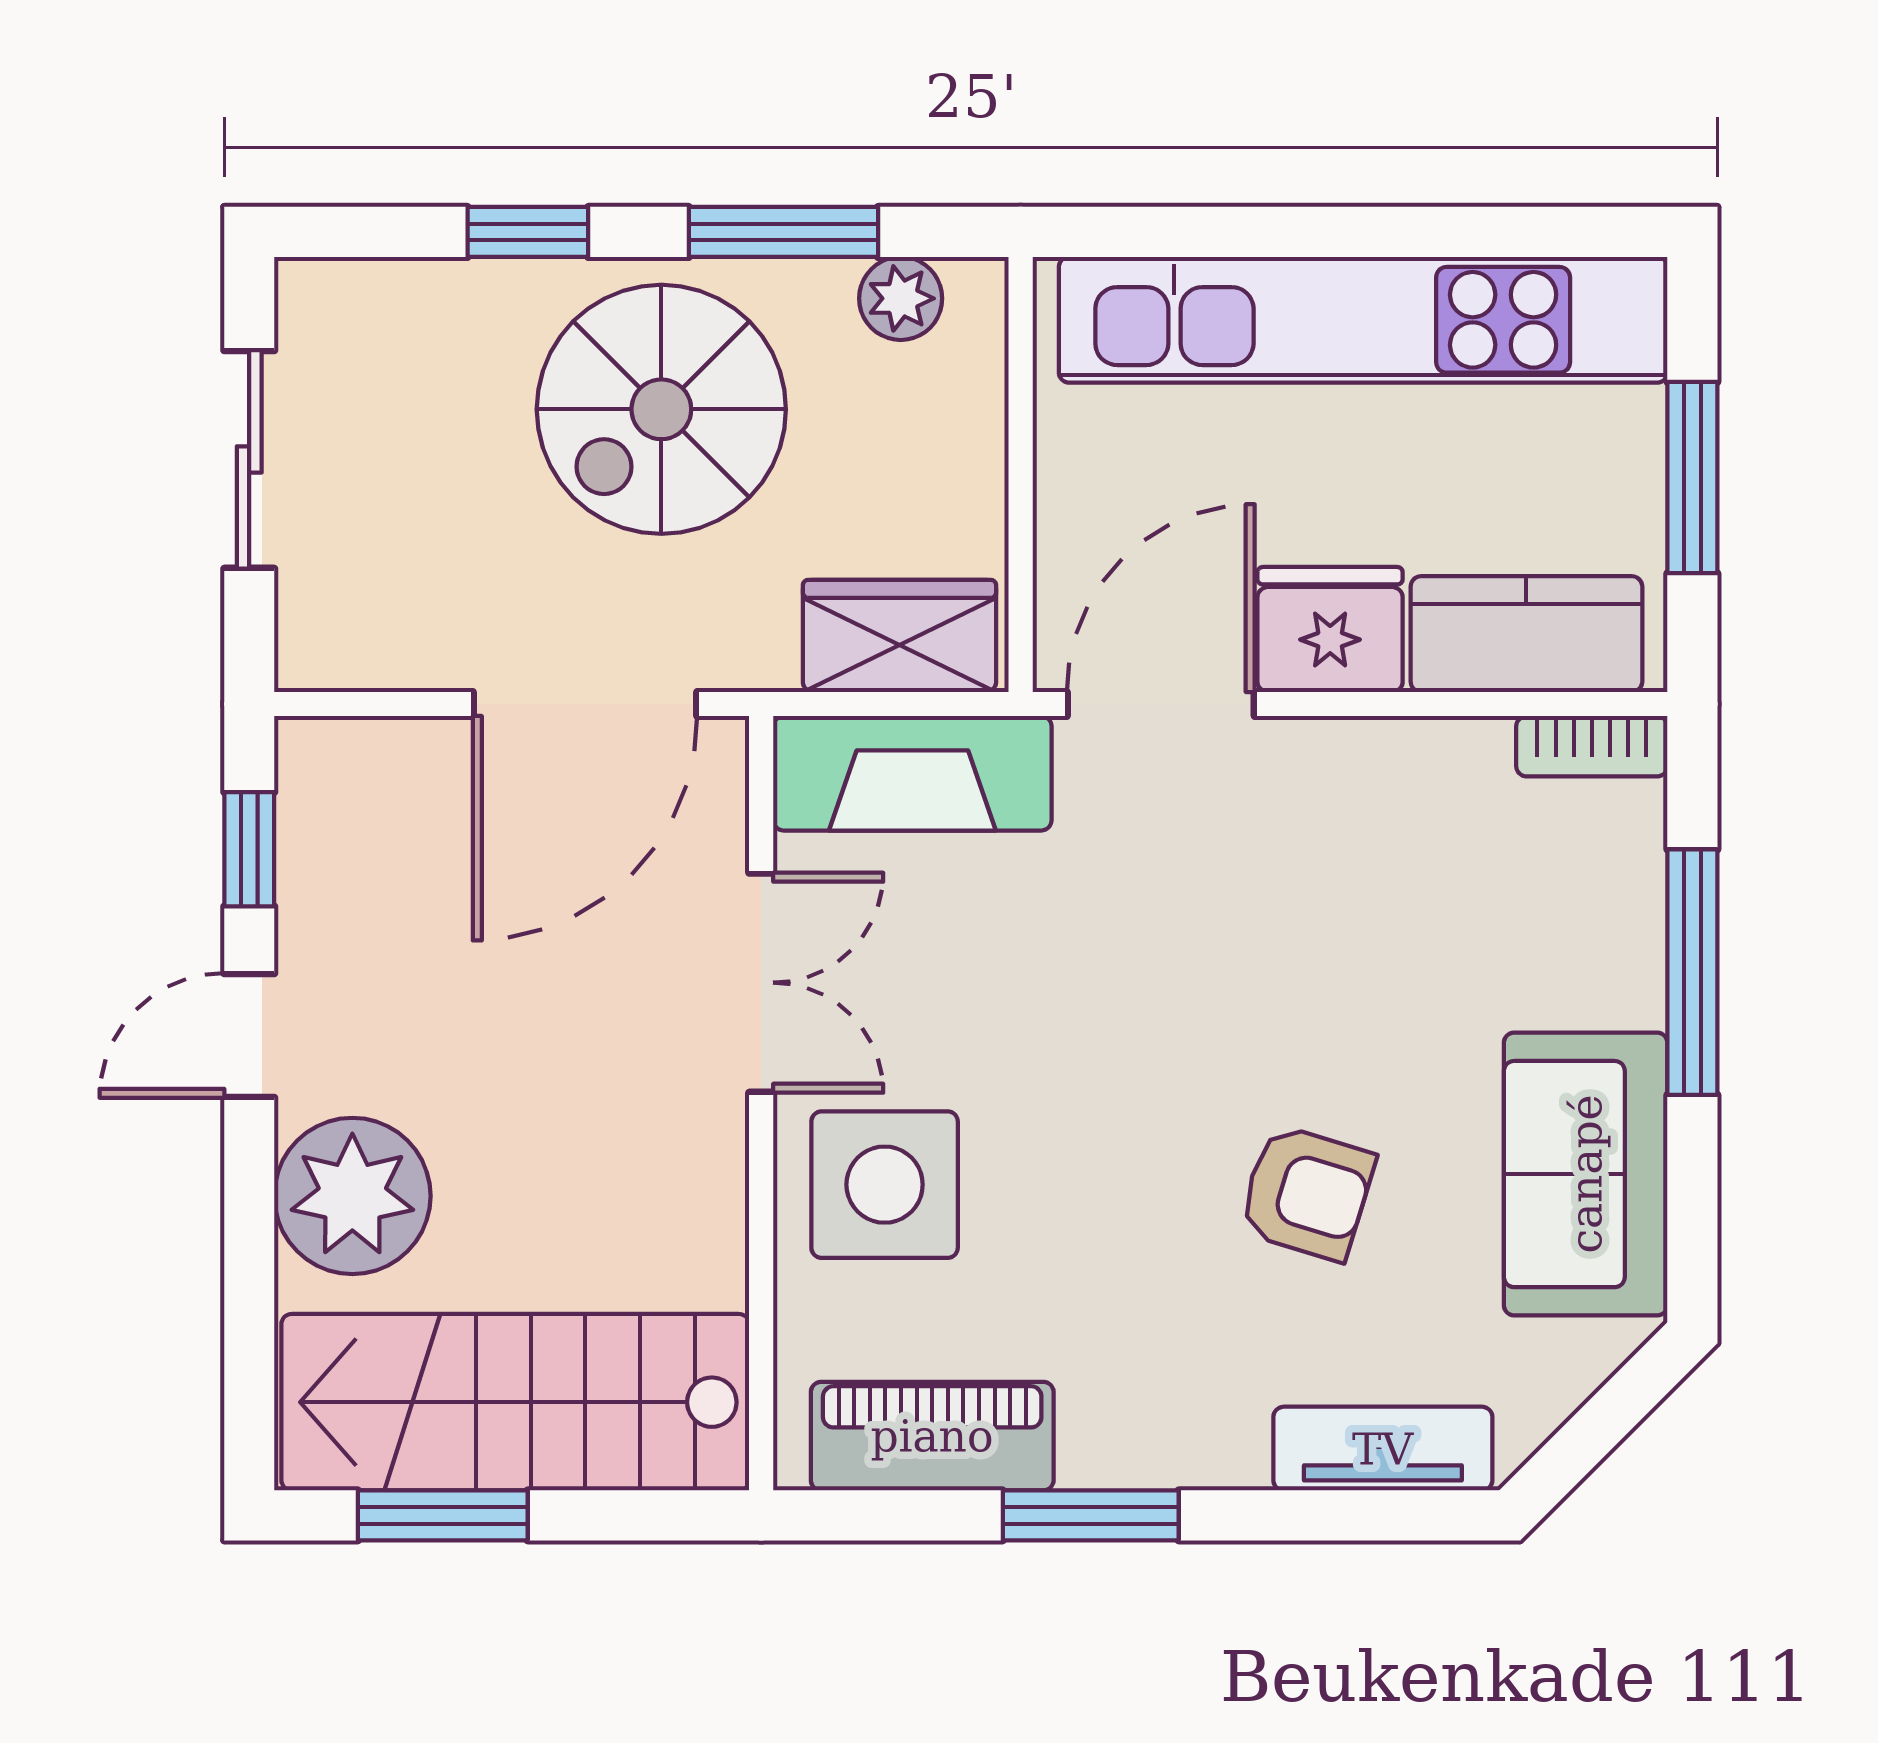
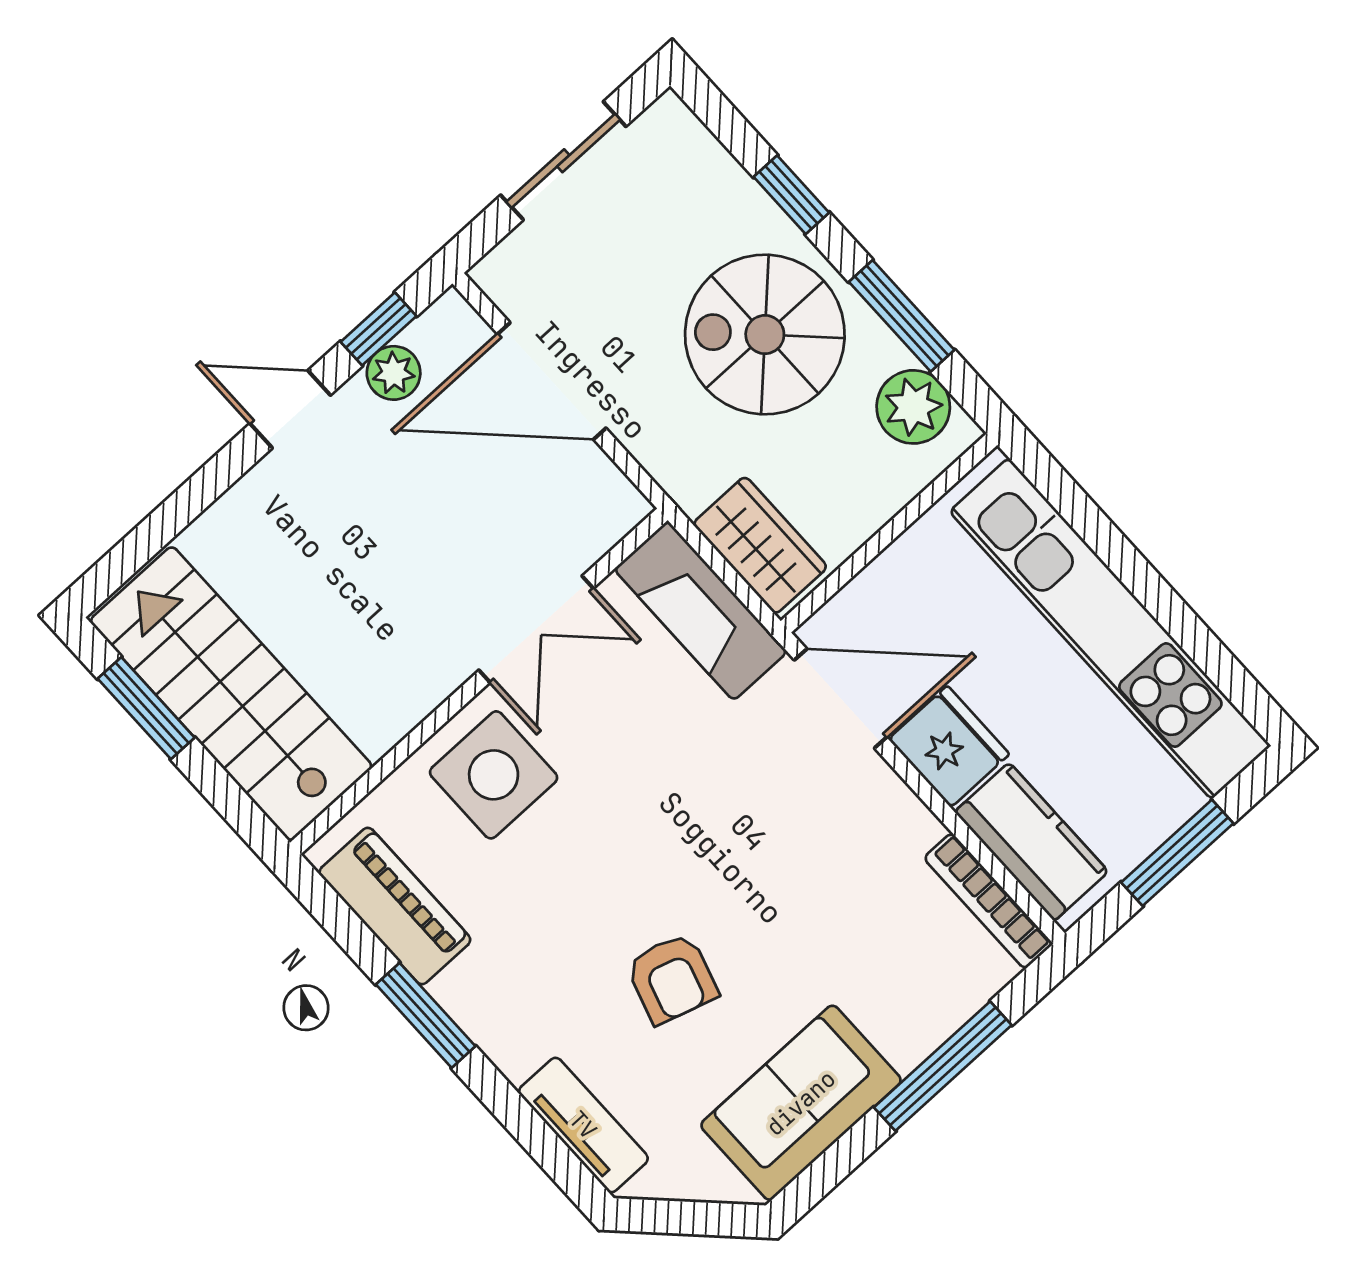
plant: (901, 298) -> (913, 407), width x1.38, depth x1.38
door: (585, 704) -> (552, 381), moved
bookcase: (1592, 746) -> (988, 901), width x1.56
plant: (352, 1196) -> (394, 373), moved, width x0.53, depth x0.53

